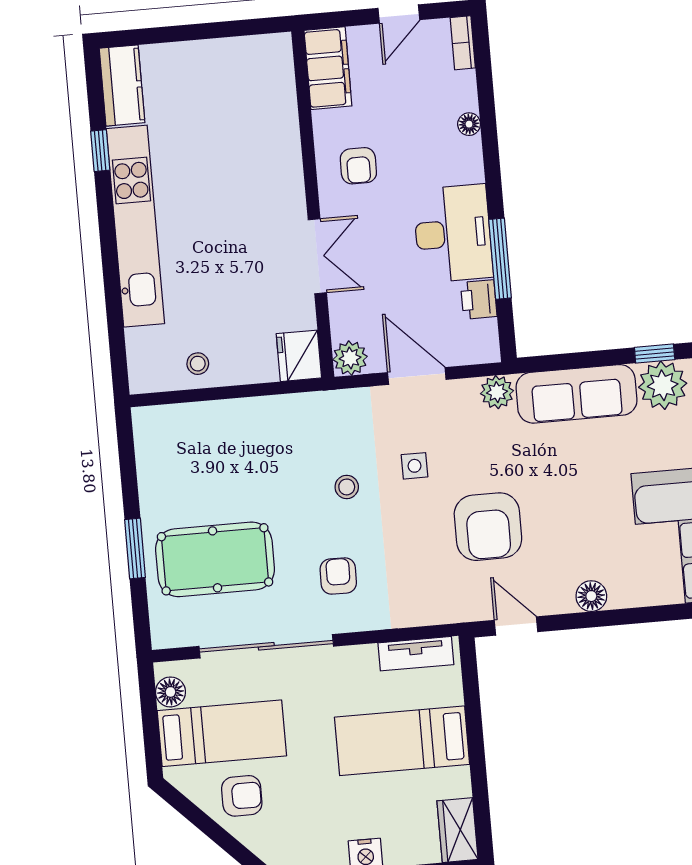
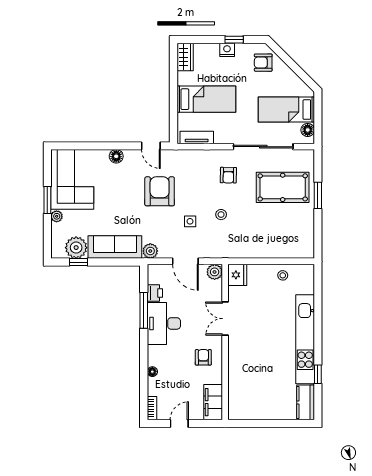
armchair: (242, 796) -> (263, 63), moved

